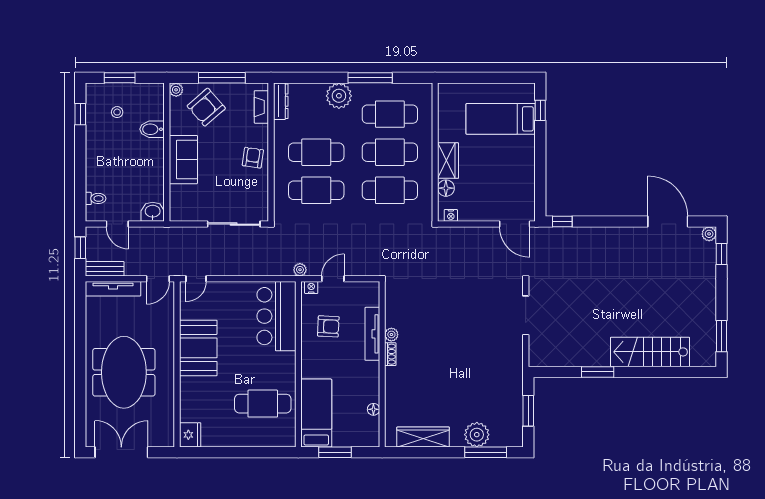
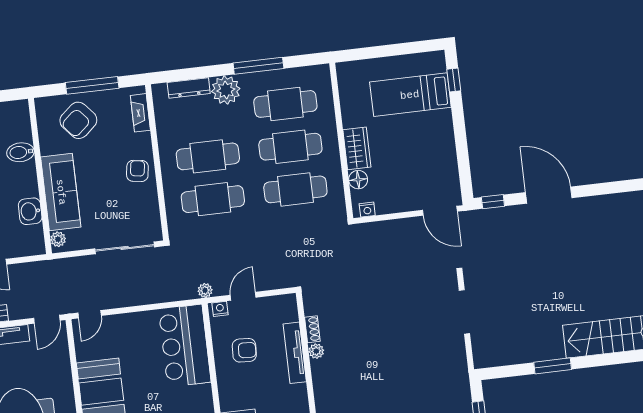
plant: (176, 90) -> (58, 239), moved
dresser: (281, 101) -> (189, 88), moved, turned 90
sofa: (183, 160) -> (61, 192), width x1.36
washbasin: (153, 212) -> (30, 211), moved, turned -90
door: (668, 221) -> (549, 195), moved
shoe rack: (390, 354) -> (312, 329), moved

